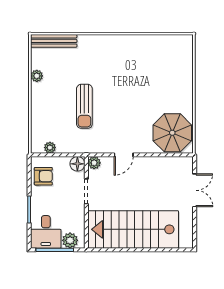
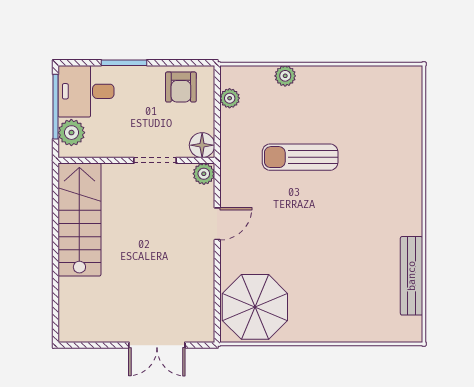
bench: (54, 41) -> (412, 276), moved
plant: (37, 76) -> (285, 76), moved
door: (124, 155) -> (217, 224), swing flipped
stairs: (133, 229) -> (79, 220), width x0.73, depth x0.66

